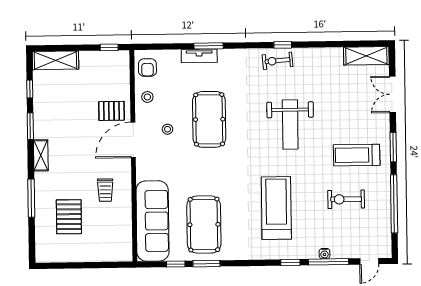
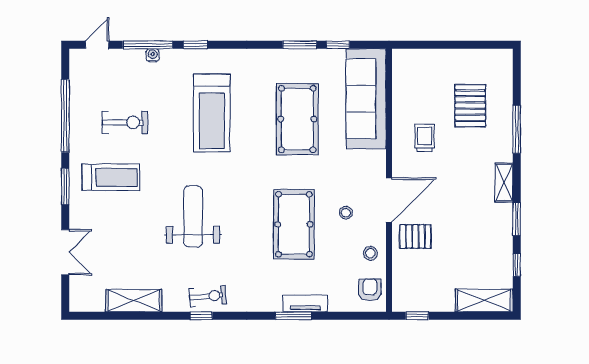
shelving: (366, 56) -> (134, 301), moved
pool table: (204, 225) -> (297, 119), moved

